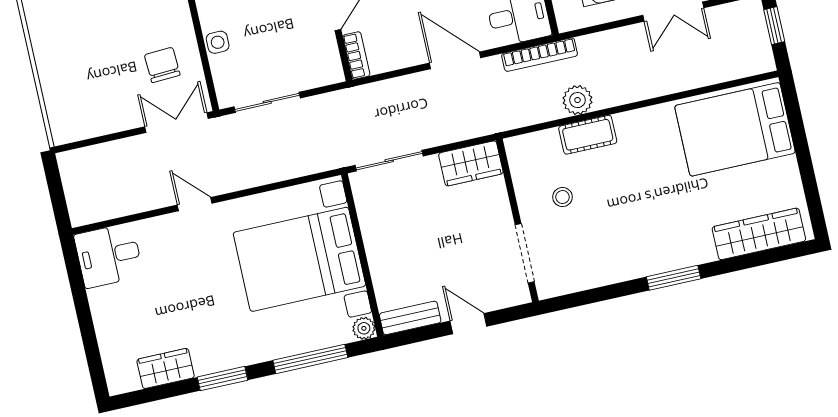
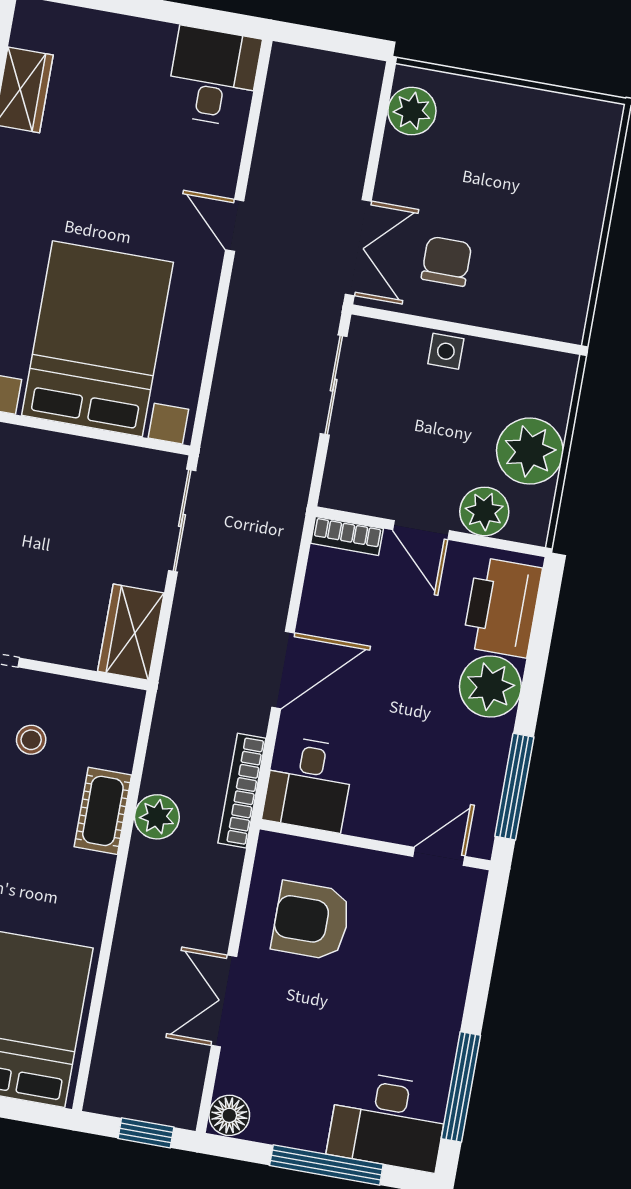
chair: (162, 65) -> (447, 261), turned -87
plant: (79, 125) -> (412, 111), added
door: (195, 204) -> (235, 225), swing flipped

